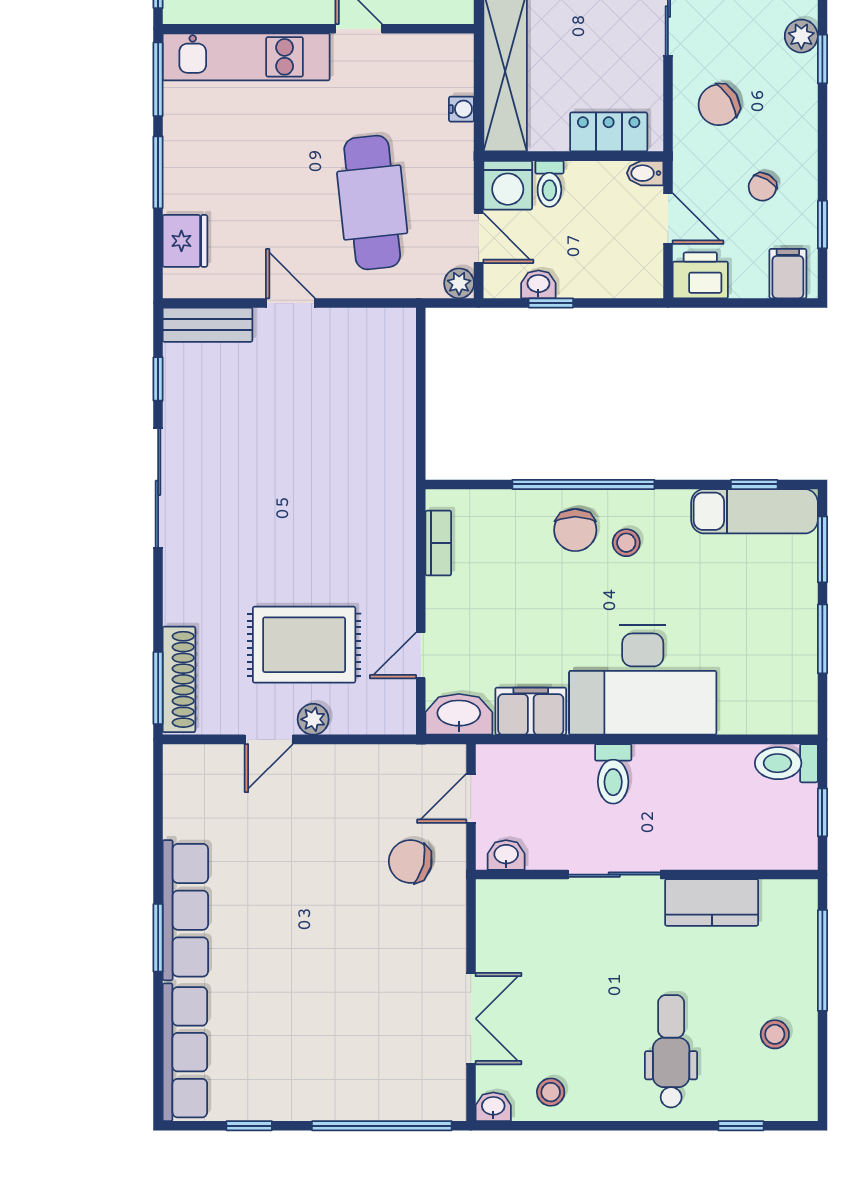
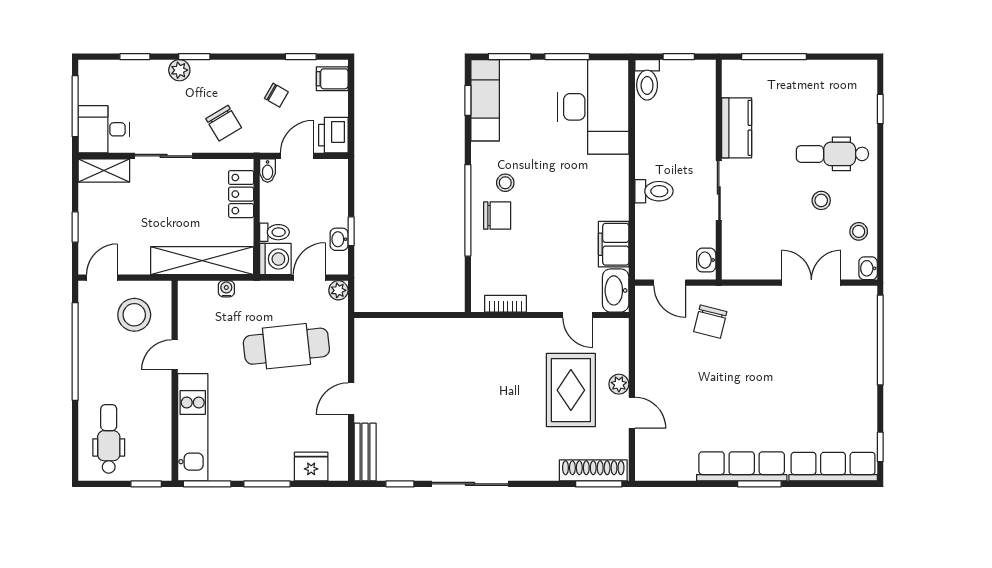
desk: (643, 680) -> (593, 107), moved
stool: (775, 1034) -> (821, 200), moved
window: (249, 1126) -> (880, 447), moved

